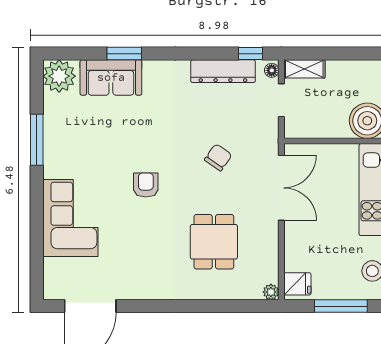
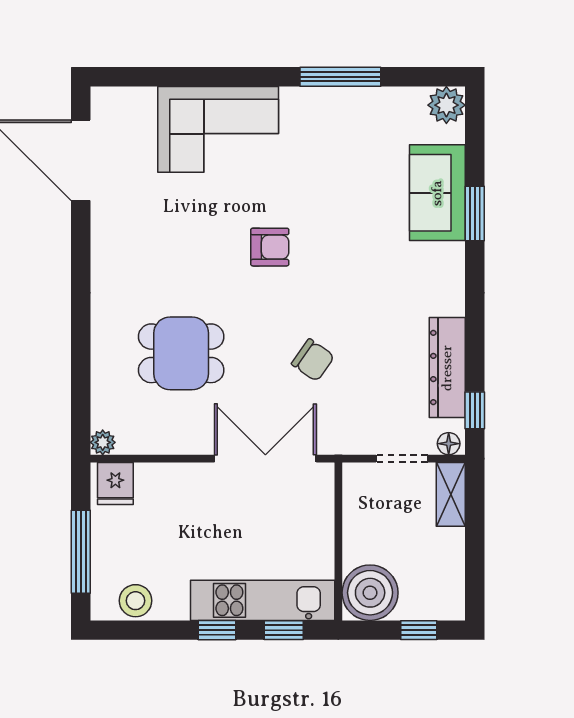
plant: (59, 76) -> (446, 105), width x0.73, depth x0.73
double door: (281, 188) -> (265, 459), swing flipped

